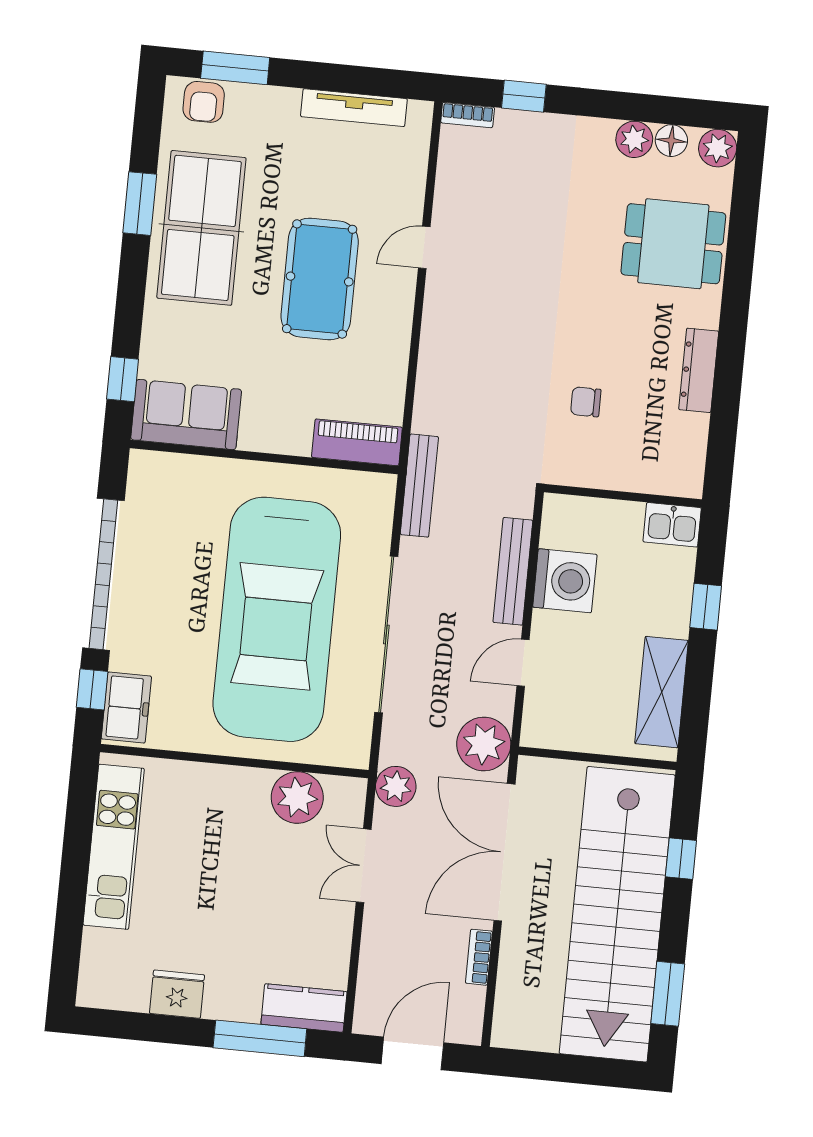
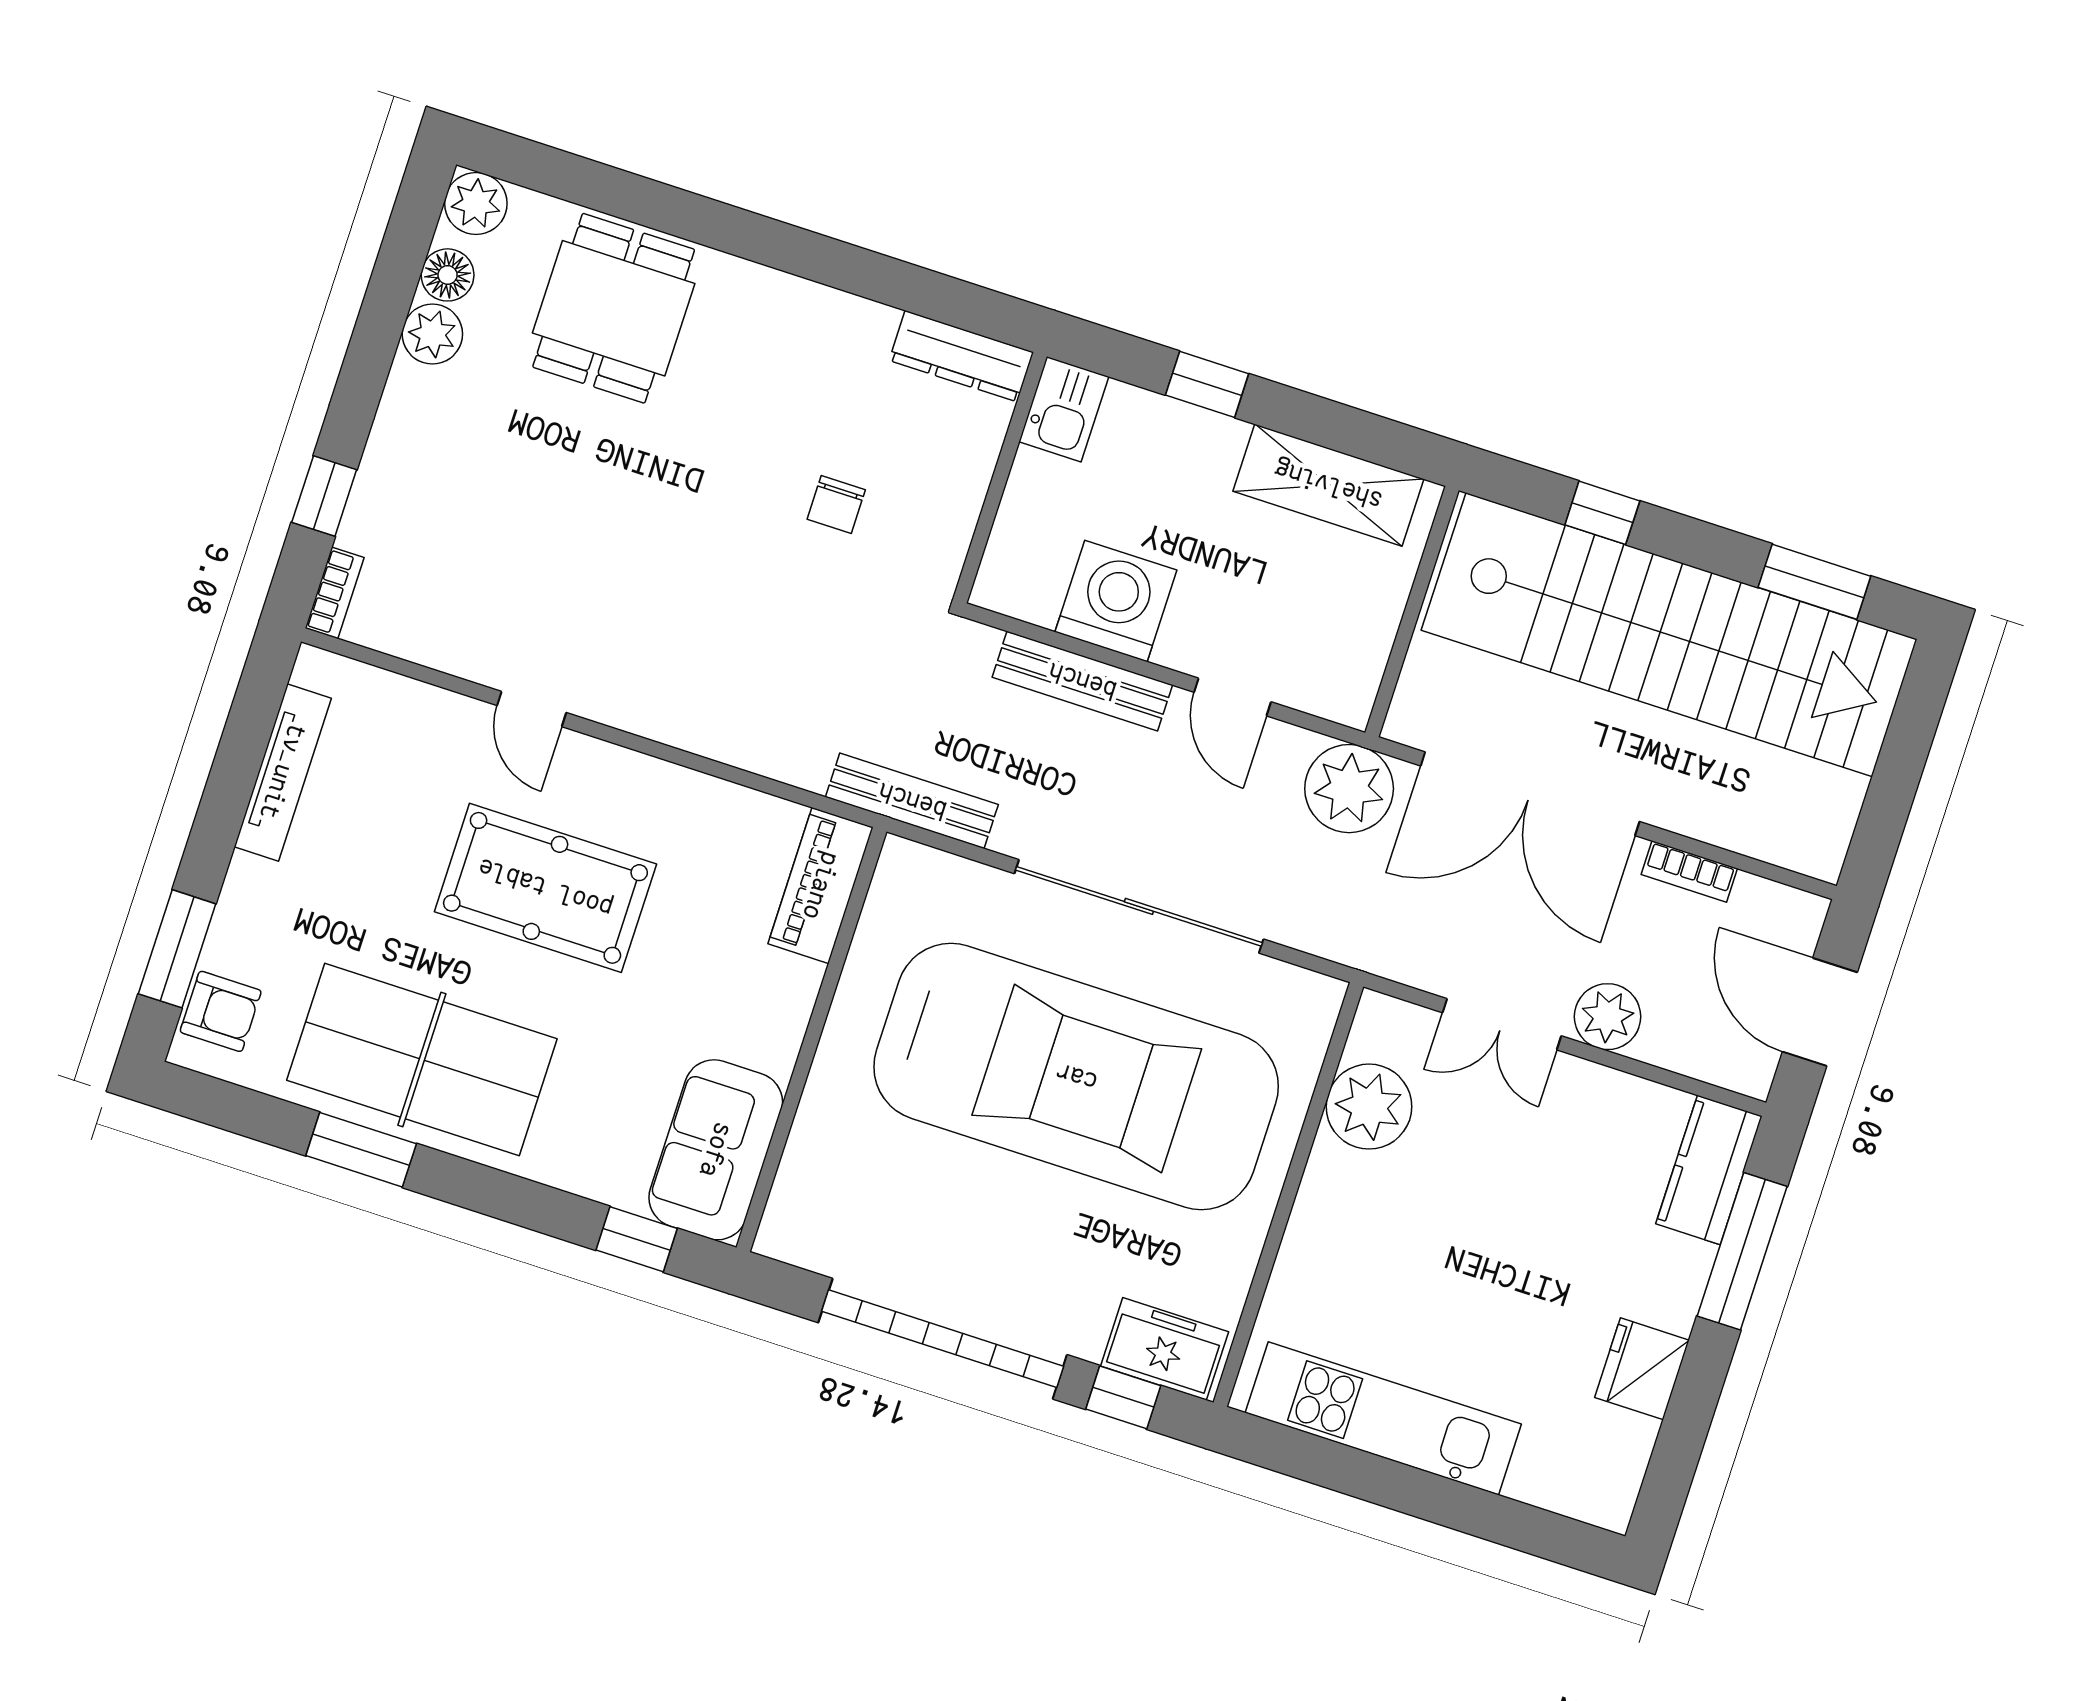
dresser: (699, 370) -> (961, 356), moved
plant: (396, 786) -> (1608, 1017), moved

